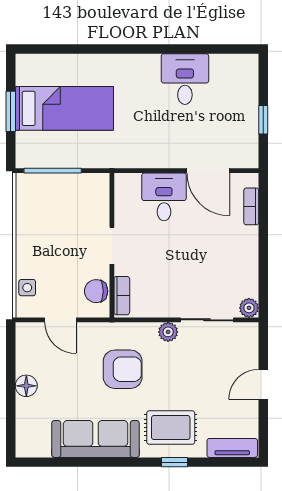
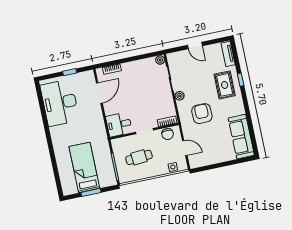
desk: (185, 79) -> (60, 103), width x1.87, depth x1.30
desk: (164, 197) -> (119, 124), moved
cafe table: (61, 223) -> (139, 157), added
door: (60, 320) -> (185, 148), hinge flipped
floor lamp: (26, 386) -> (219, 158), removed
sofa: (96, 439) -> (241, 137), moved

